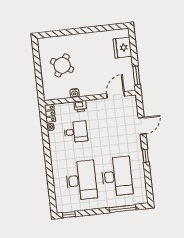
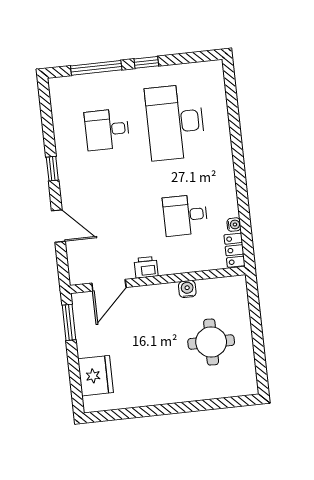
round table: (62, 65) -> (211, 342), turned -30
printer: (80, 106) -> (146, 267), moved
door: (142, 126) -> (58, 226), swing flipped
desk: (117, 176) -> (107, 130), width x0.53, depth x0.77
window: (69, 215) -> (146, 62), moved

